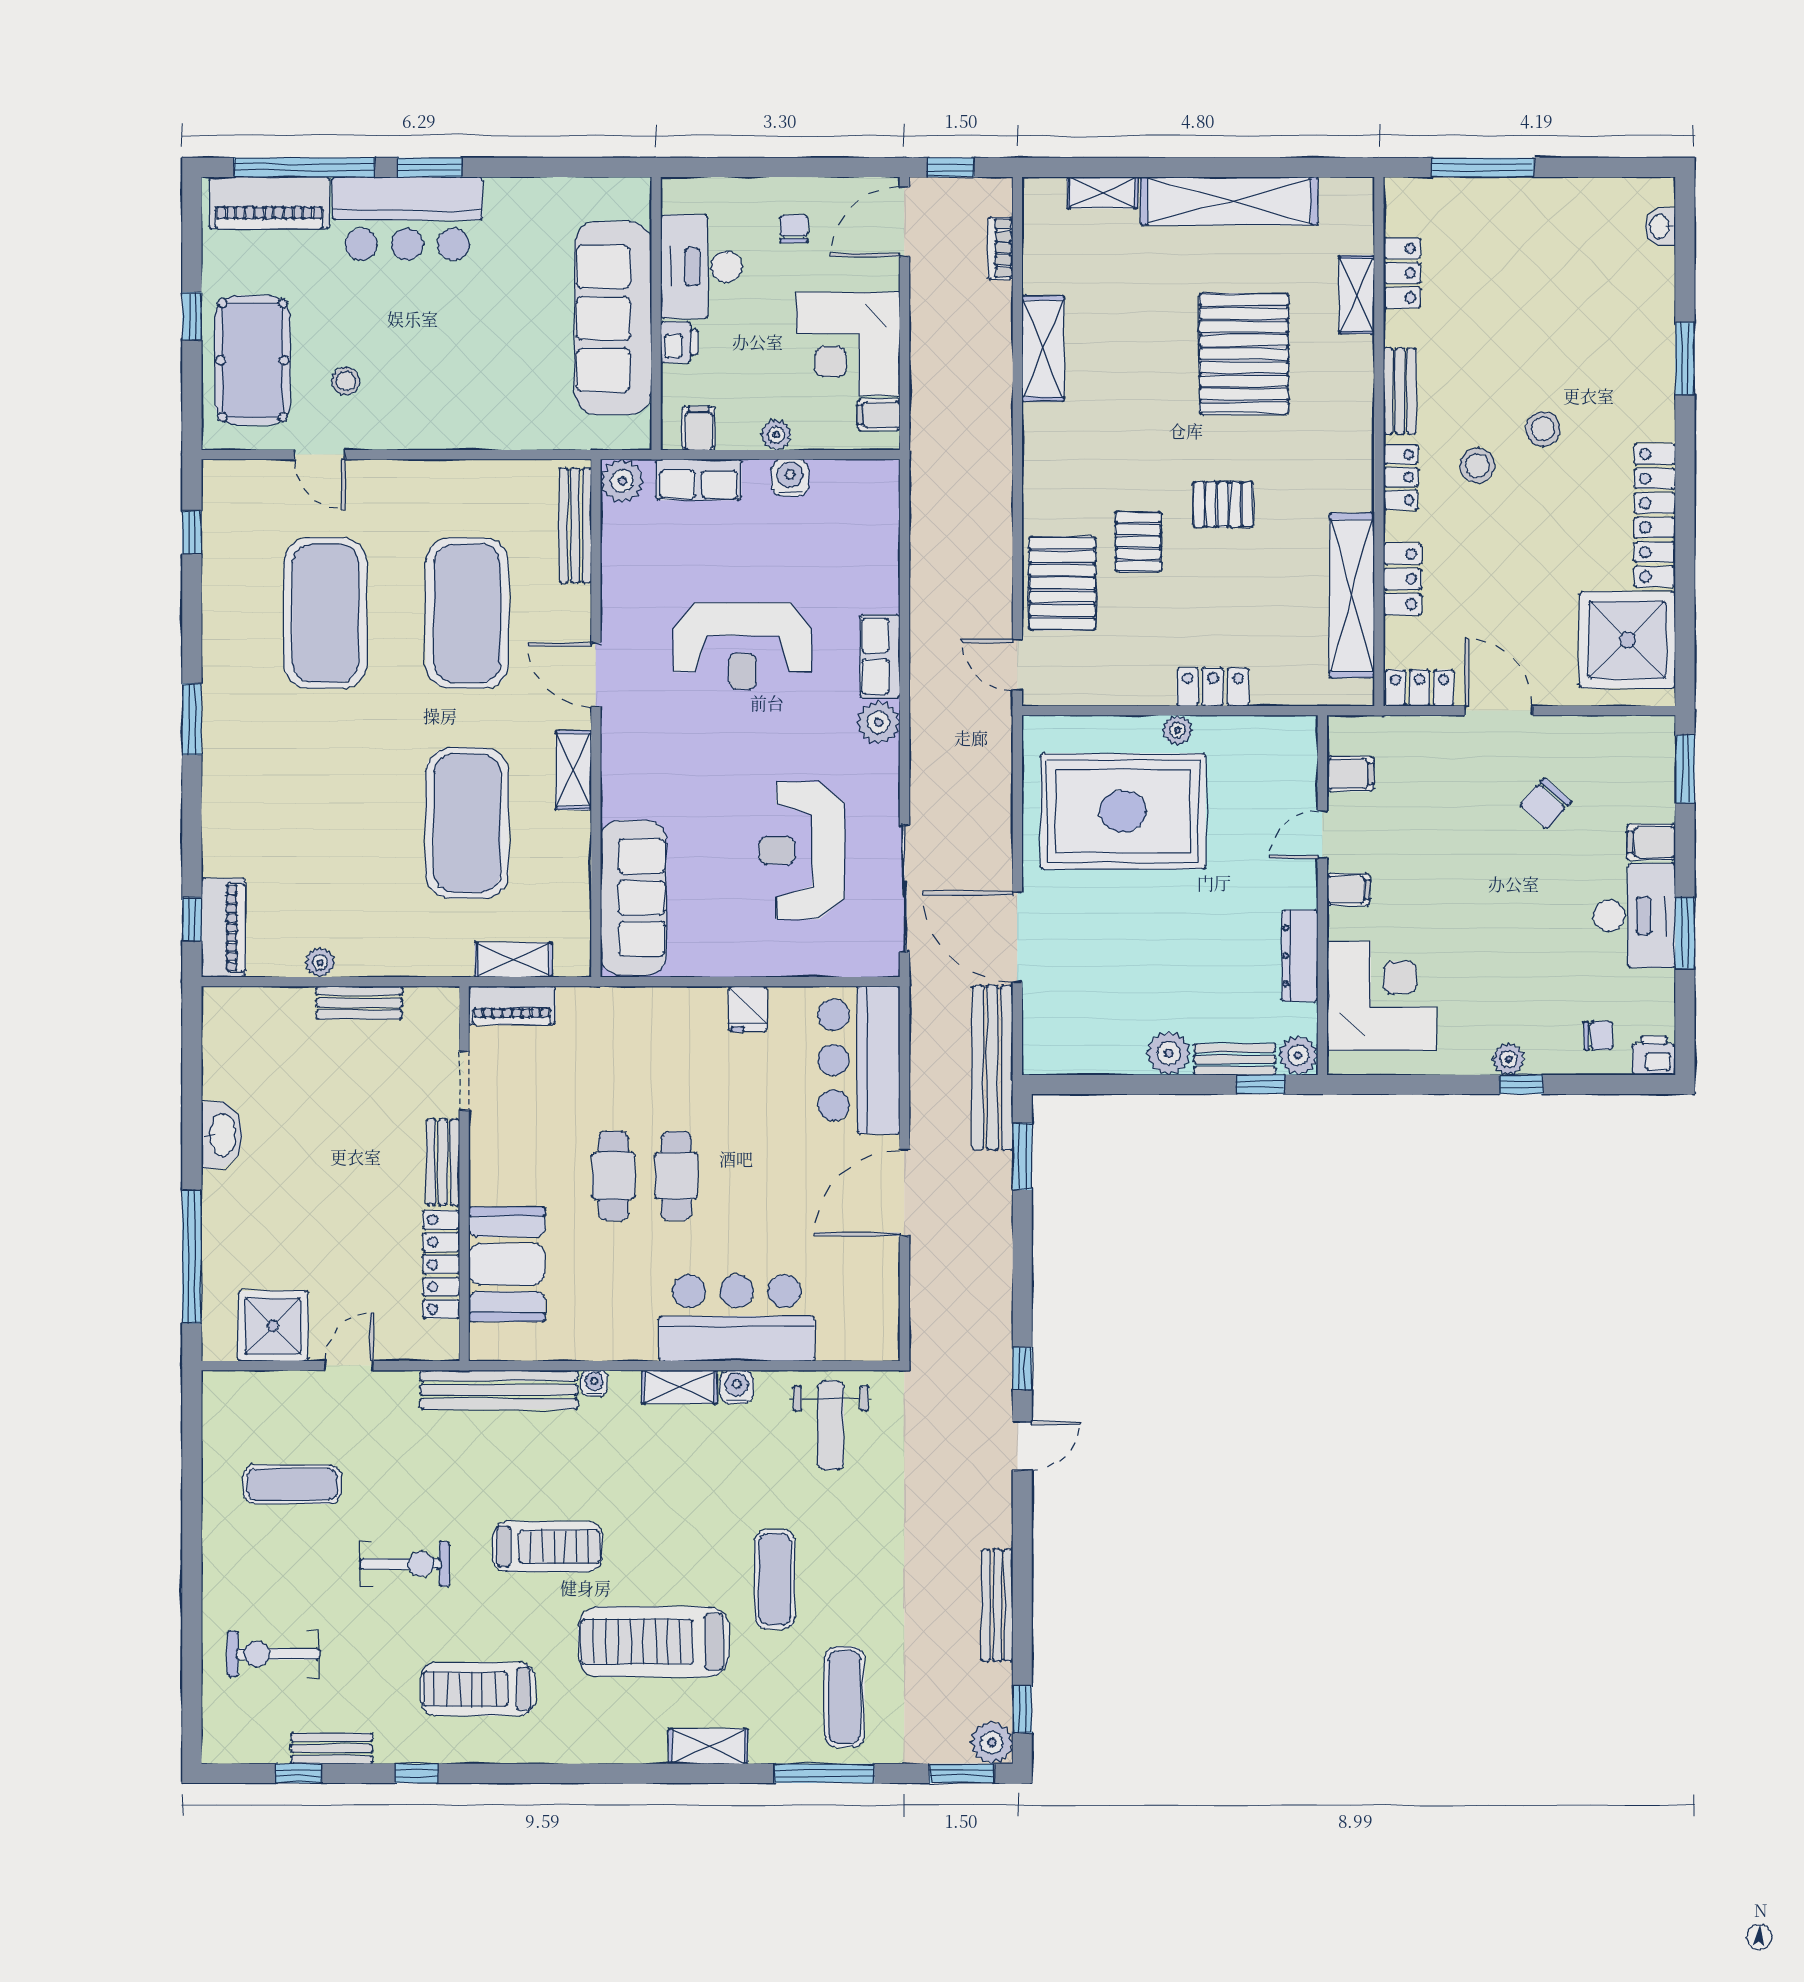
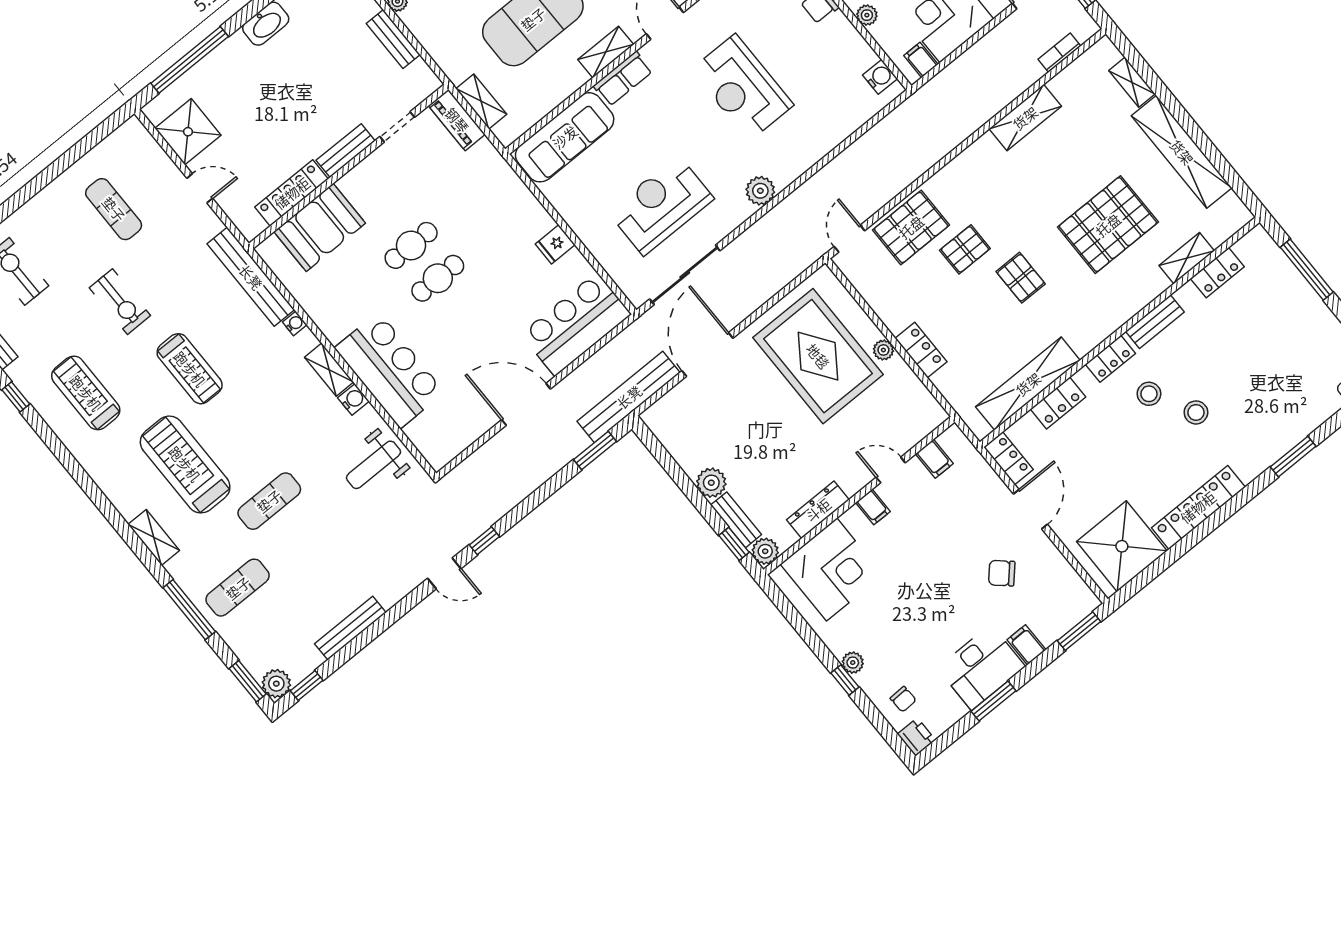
water cooler: (790, 478) -> (880, 77), moved
row of seats: (880, 656) -> (623, 79), moved, turned 180

